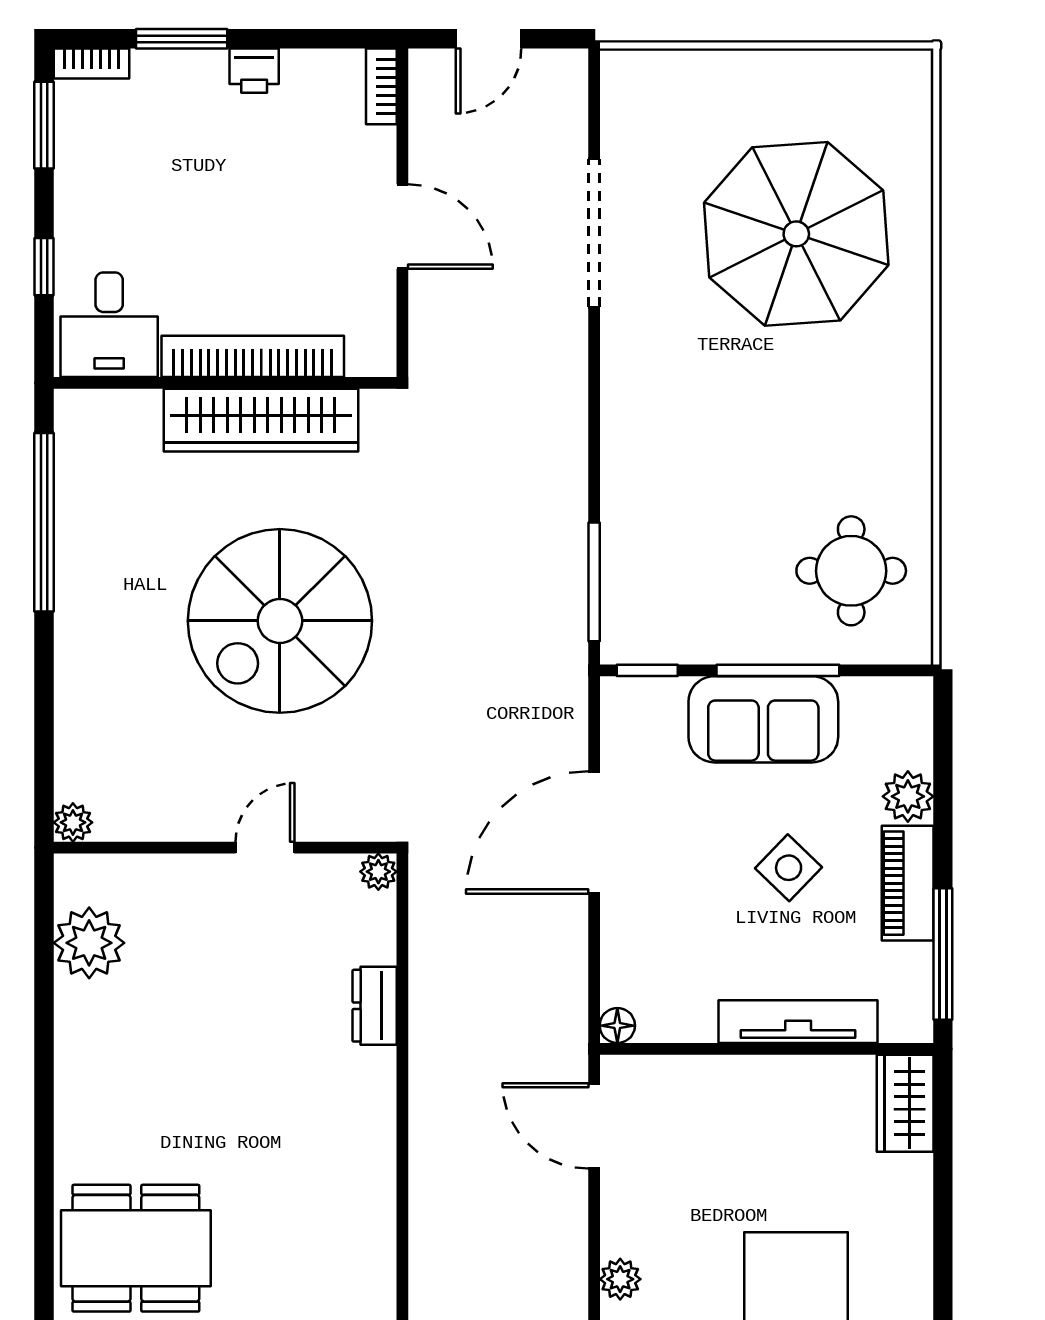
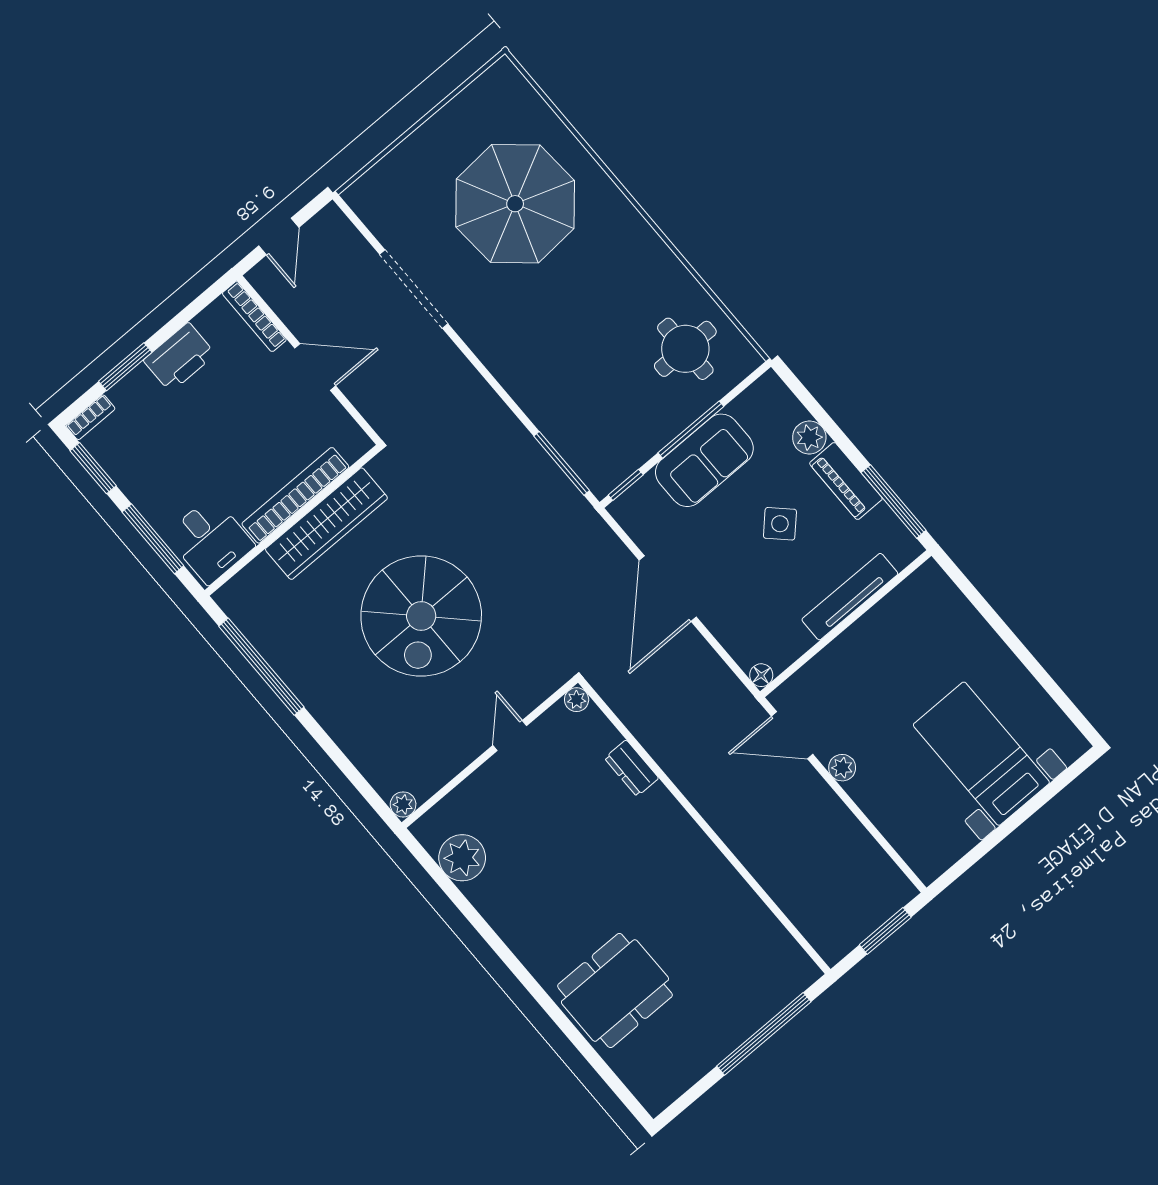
printer: (254, 71) -> (179, 357), width x1.87, depth x1.48
bookcase: (381, 86) -> (254, 317), width x1.56
window: (44, 267) -> (153, 539), width x2.17
wardrobe: (905, 1103) -> (938, 592), removed
plant: (620, 1279) -> (842, 768), moved

